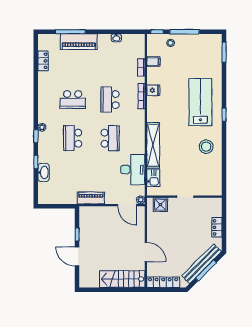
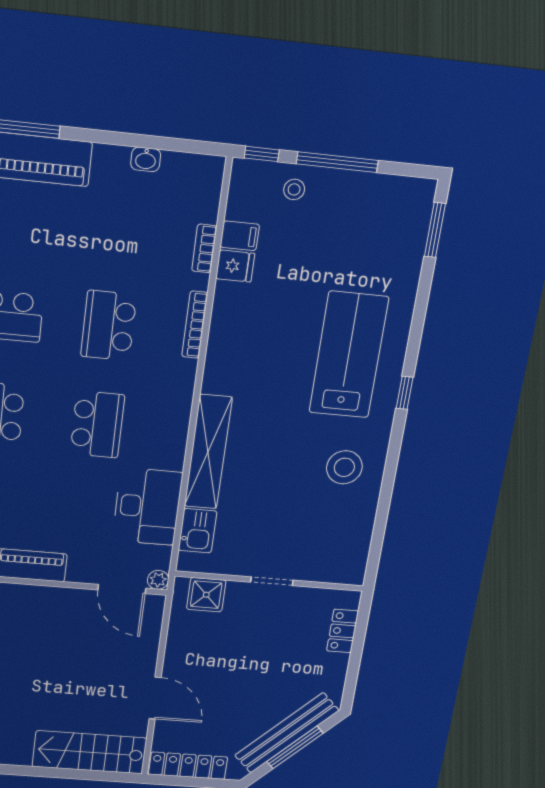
fridge: (153, 90) -> (235, 266), moved
locker: (217, 227) -> (343, 631), moved

